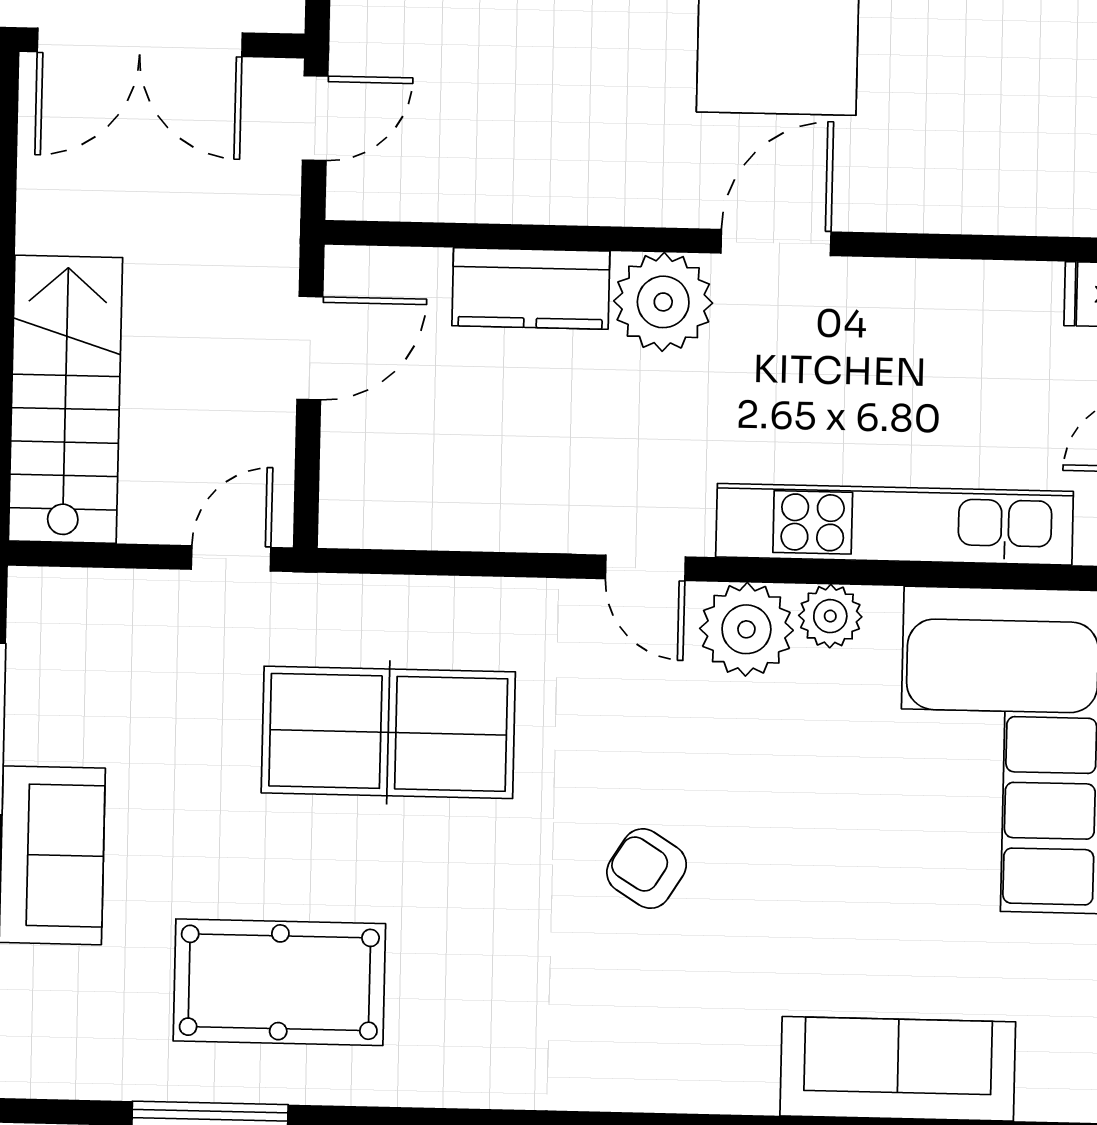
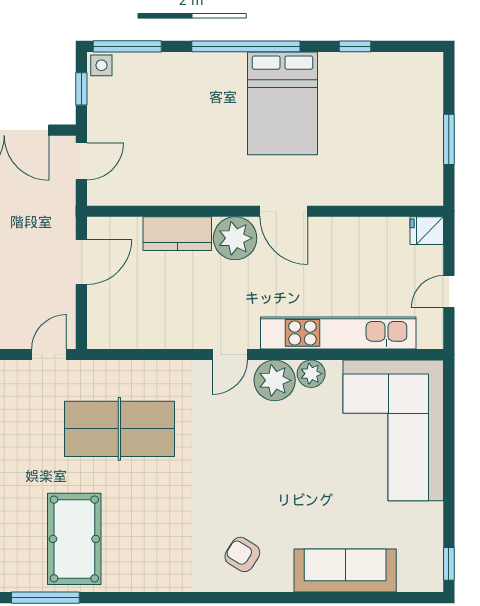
door: (776, 243) -> (284, 211), swing flipped
door: (645, 568) -> (230, 354), hinge flipped
armchair: (647, 869) -> (242, 554), moved
pool table: (279, 982) -> (74, 539), turned 90

